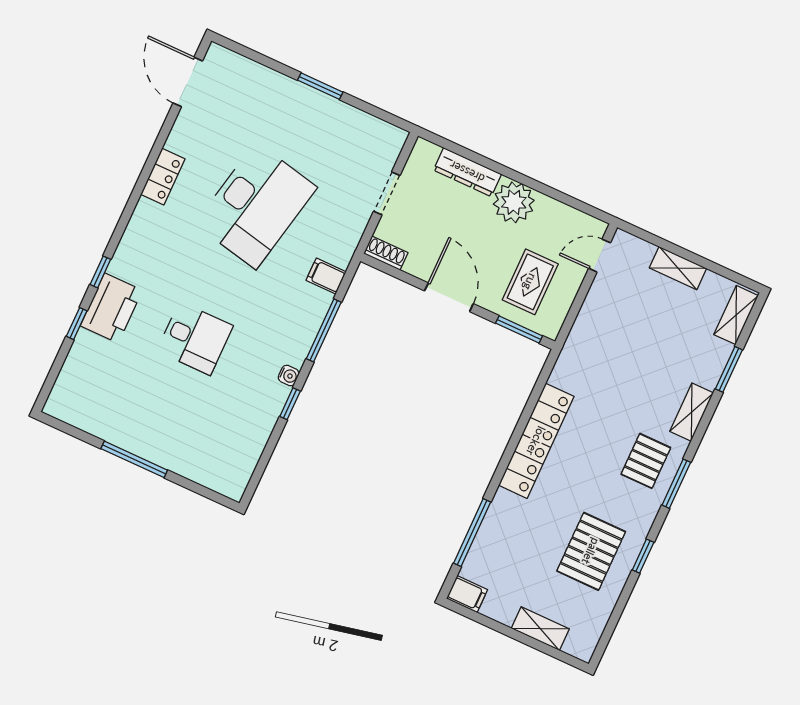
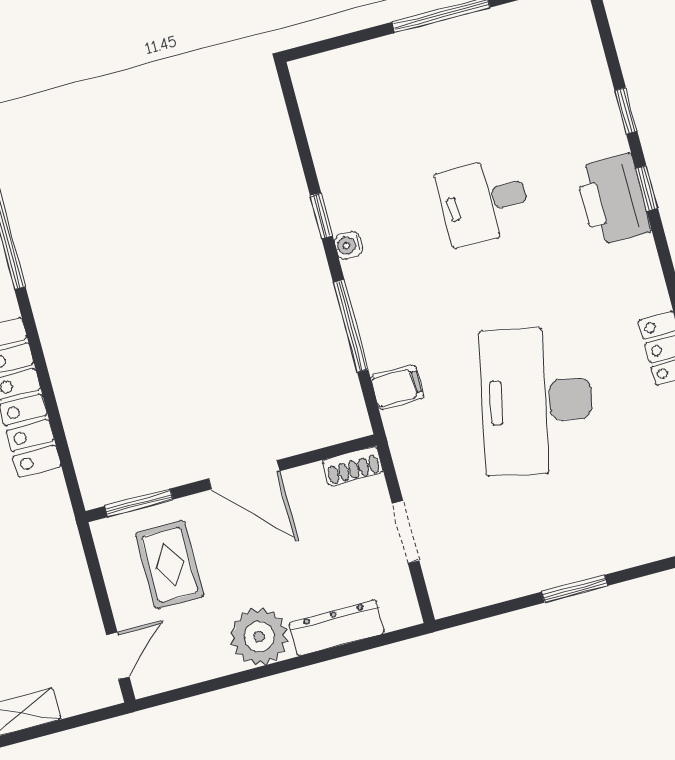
printer: (111, 308) -> (613, 200), moved

